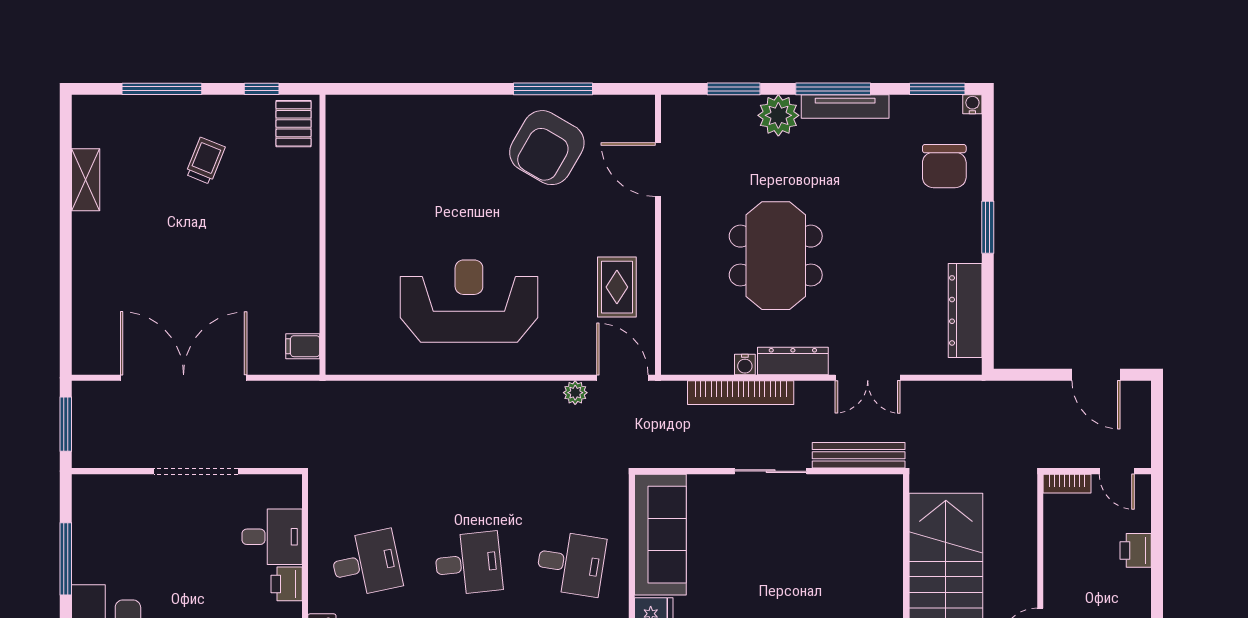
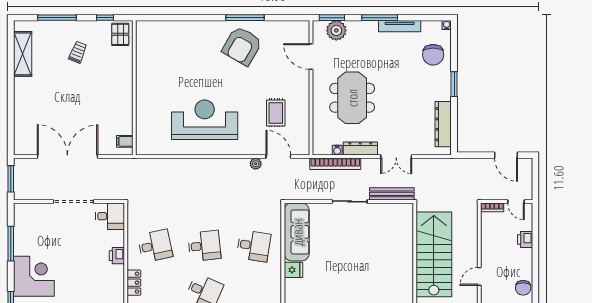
window: (937, 89) -> (430, 18), removed
tv unit: (845, 107) -> (400, 26), moved
plant: (778, 115) -> (336, 30), moved
door: (658, 170) -> (311, 57), moved
shelving: (86, 180) -> (23, 54), width x1.50, depth x1.33
wall: (658, 235) -> (311, 88), moved
desk: (272, 537) -> (110, 216), moved

